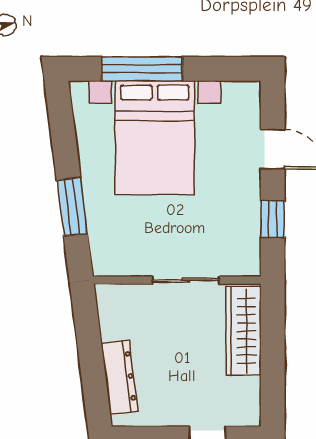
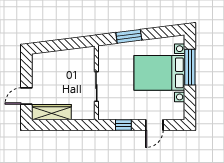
wardrobe: (244, 331) -> (51, 112), moved
dresser: (120, 377) -> (53, 57), removed

